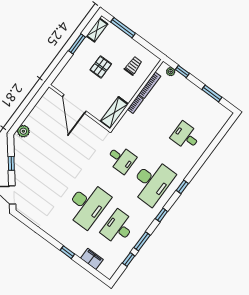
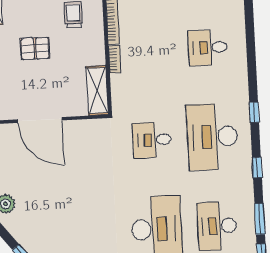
pallet: (101, 67) -> (35, 48), turned 90
desk: (121, 159) -> (152, 140), turned 180
desk: (152, 182) -> (212, 137), turned 180

